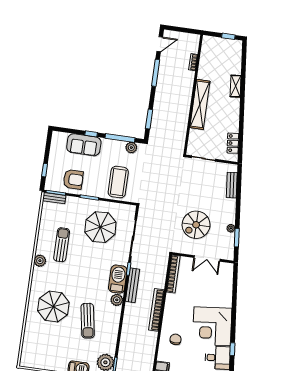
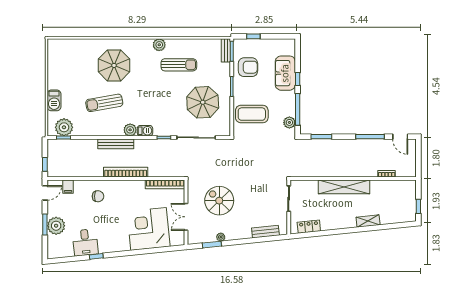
armchair: (73, 179) -> (248, 67), turned -90
barbecue: (118, 279) -> (145, 131), width x0.53, depth x0.65
bench: (132, 285) -> (116, 144), moved
corner desk: (212, 326) -> (149, 229), moved

